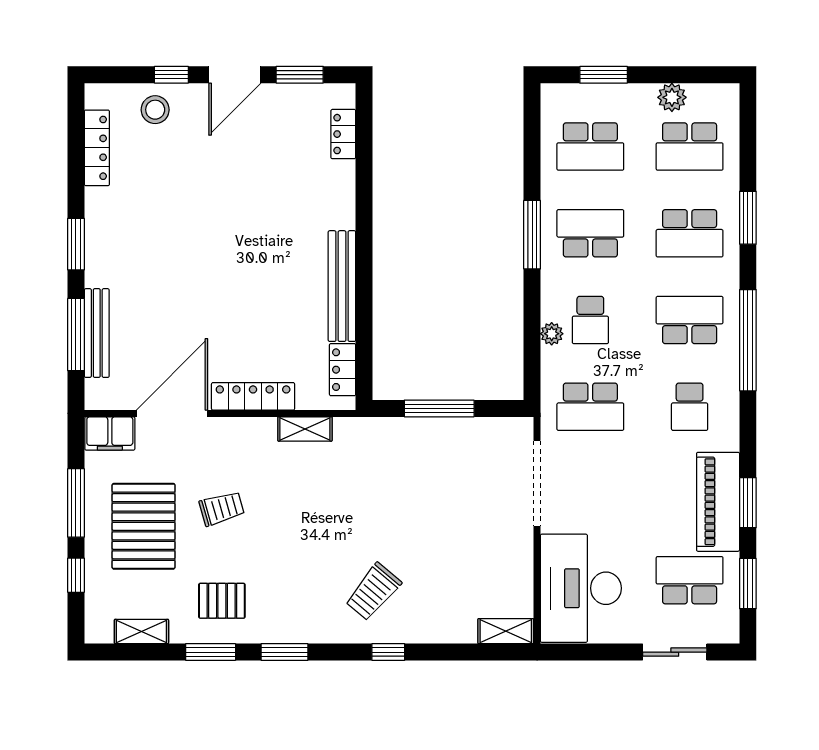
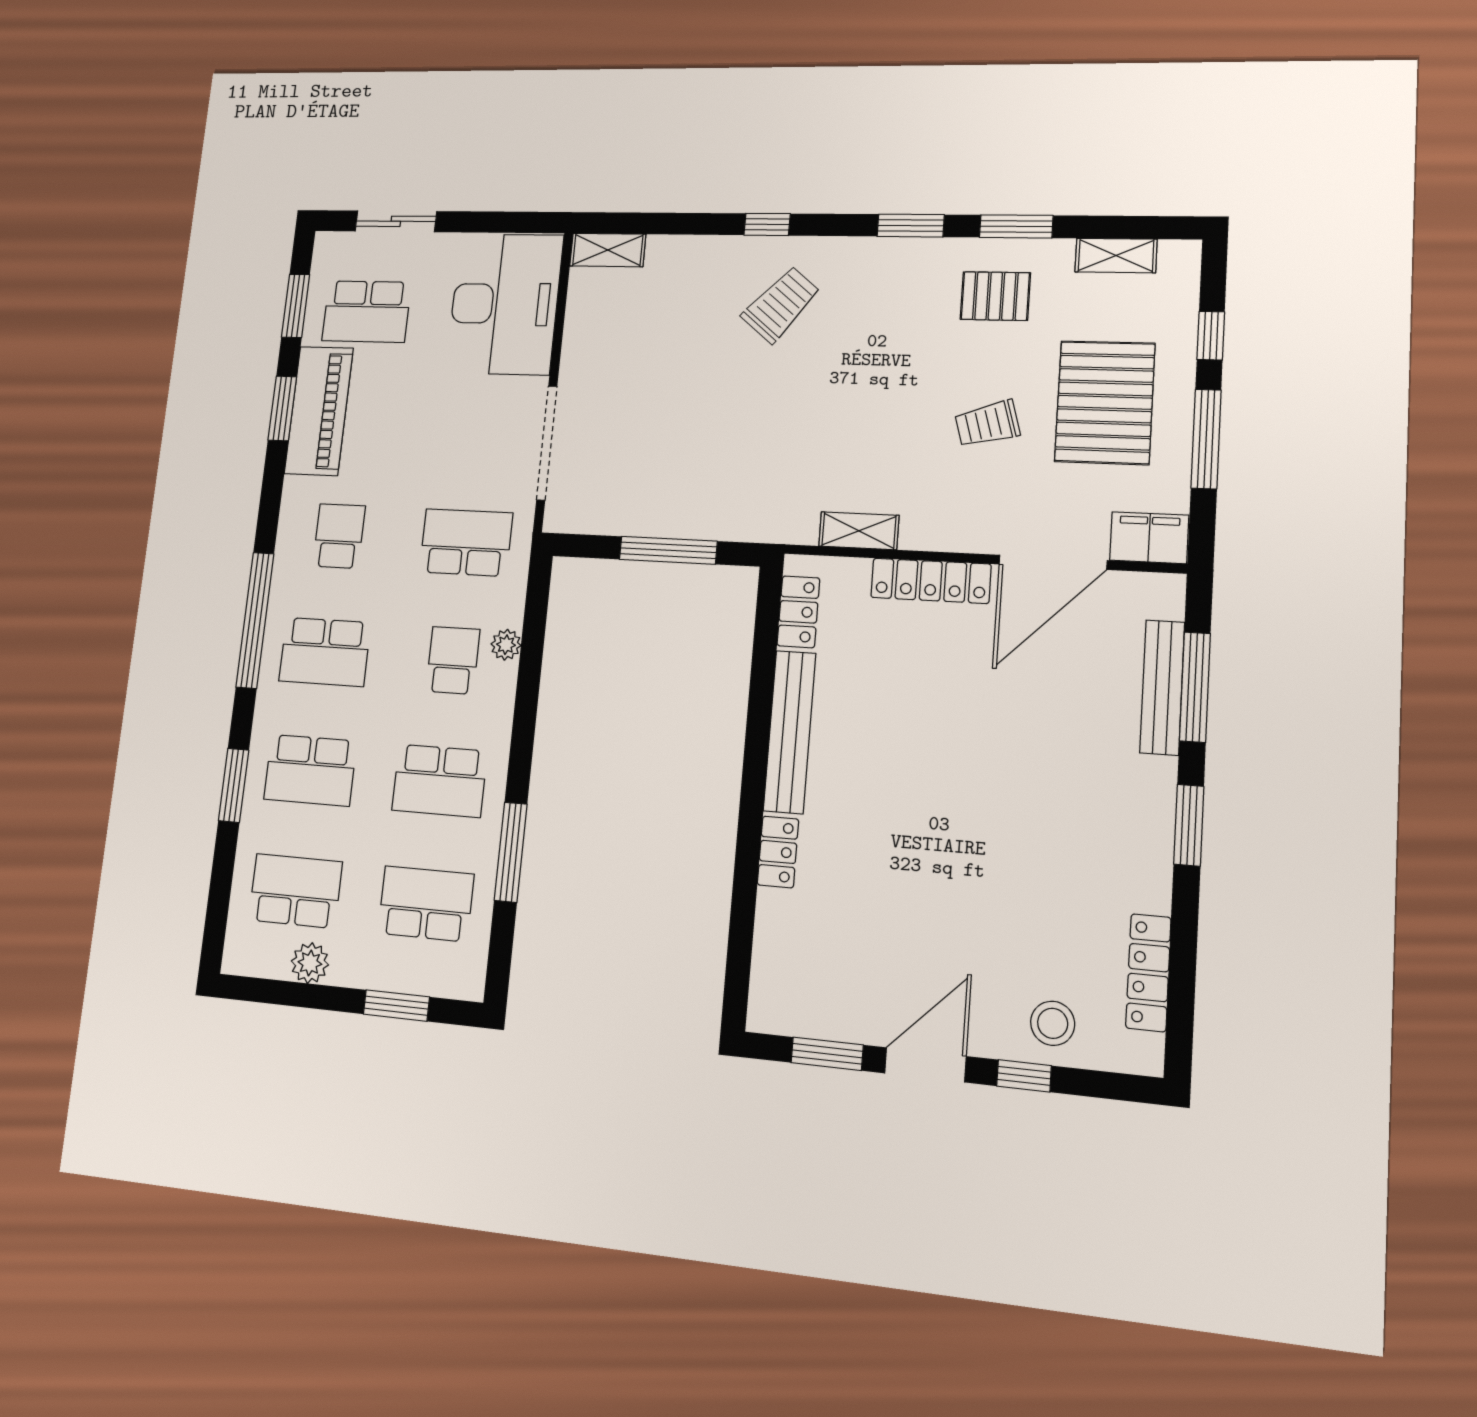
locker: (343, 134) -> (778, 852), moved
school desk: (690, 233) -> (310, 770), turned 180
window: (532, 235) -> (511, 852), moved

